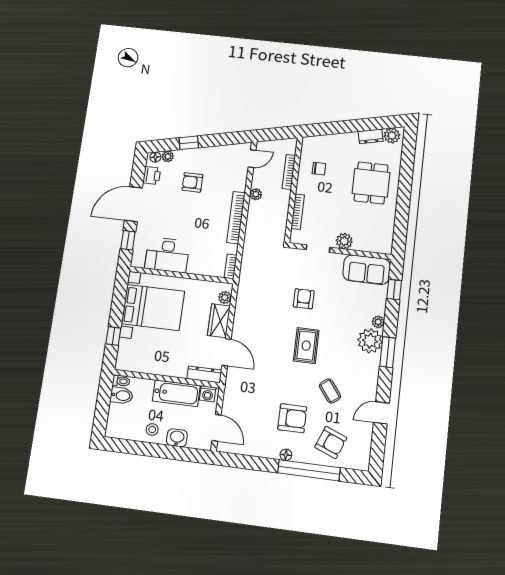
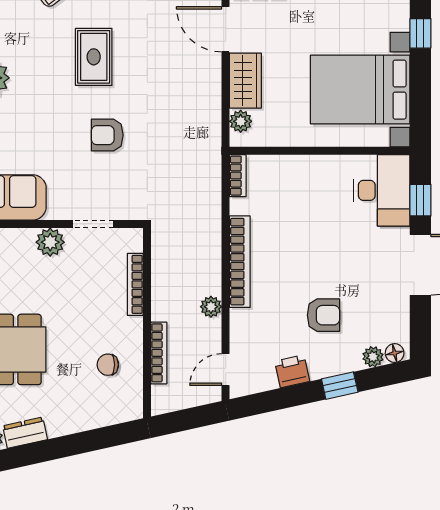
printer: (152, 175) -> (292, 371), moved, turned 78
desk: (167, 255) -> (382, 190), moved, turned 90
armchair: (304, 299) -> (107, 135), turned 90

